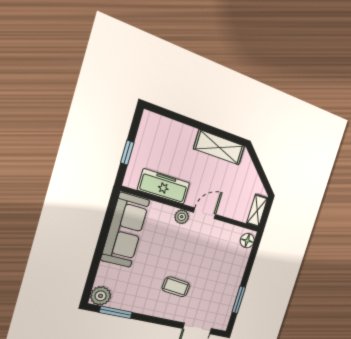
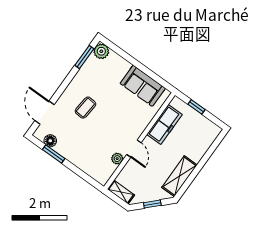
window: (260, 170) -> (152, 204), added
plant: (182, 217) -> (117, 159), moved
sofa: (125, 230) -> (143, 86), width x0.73
floor lamp: (247, 241) -> (50, 141), moved

